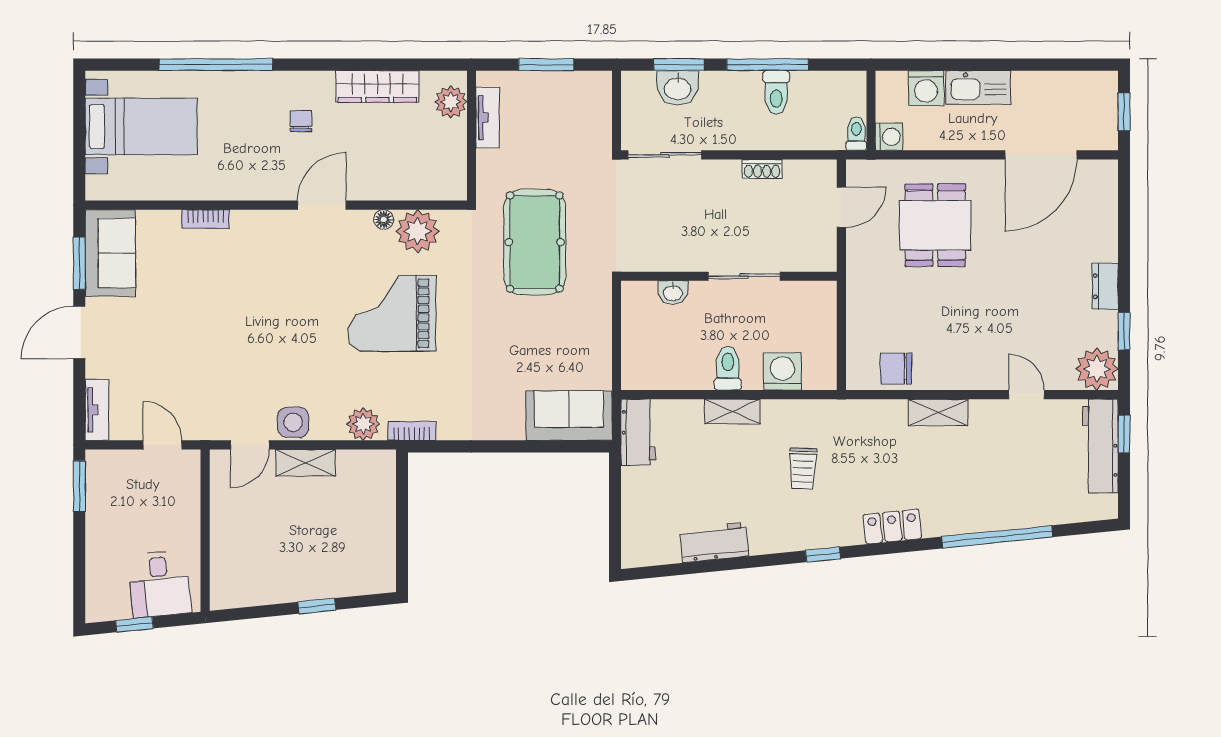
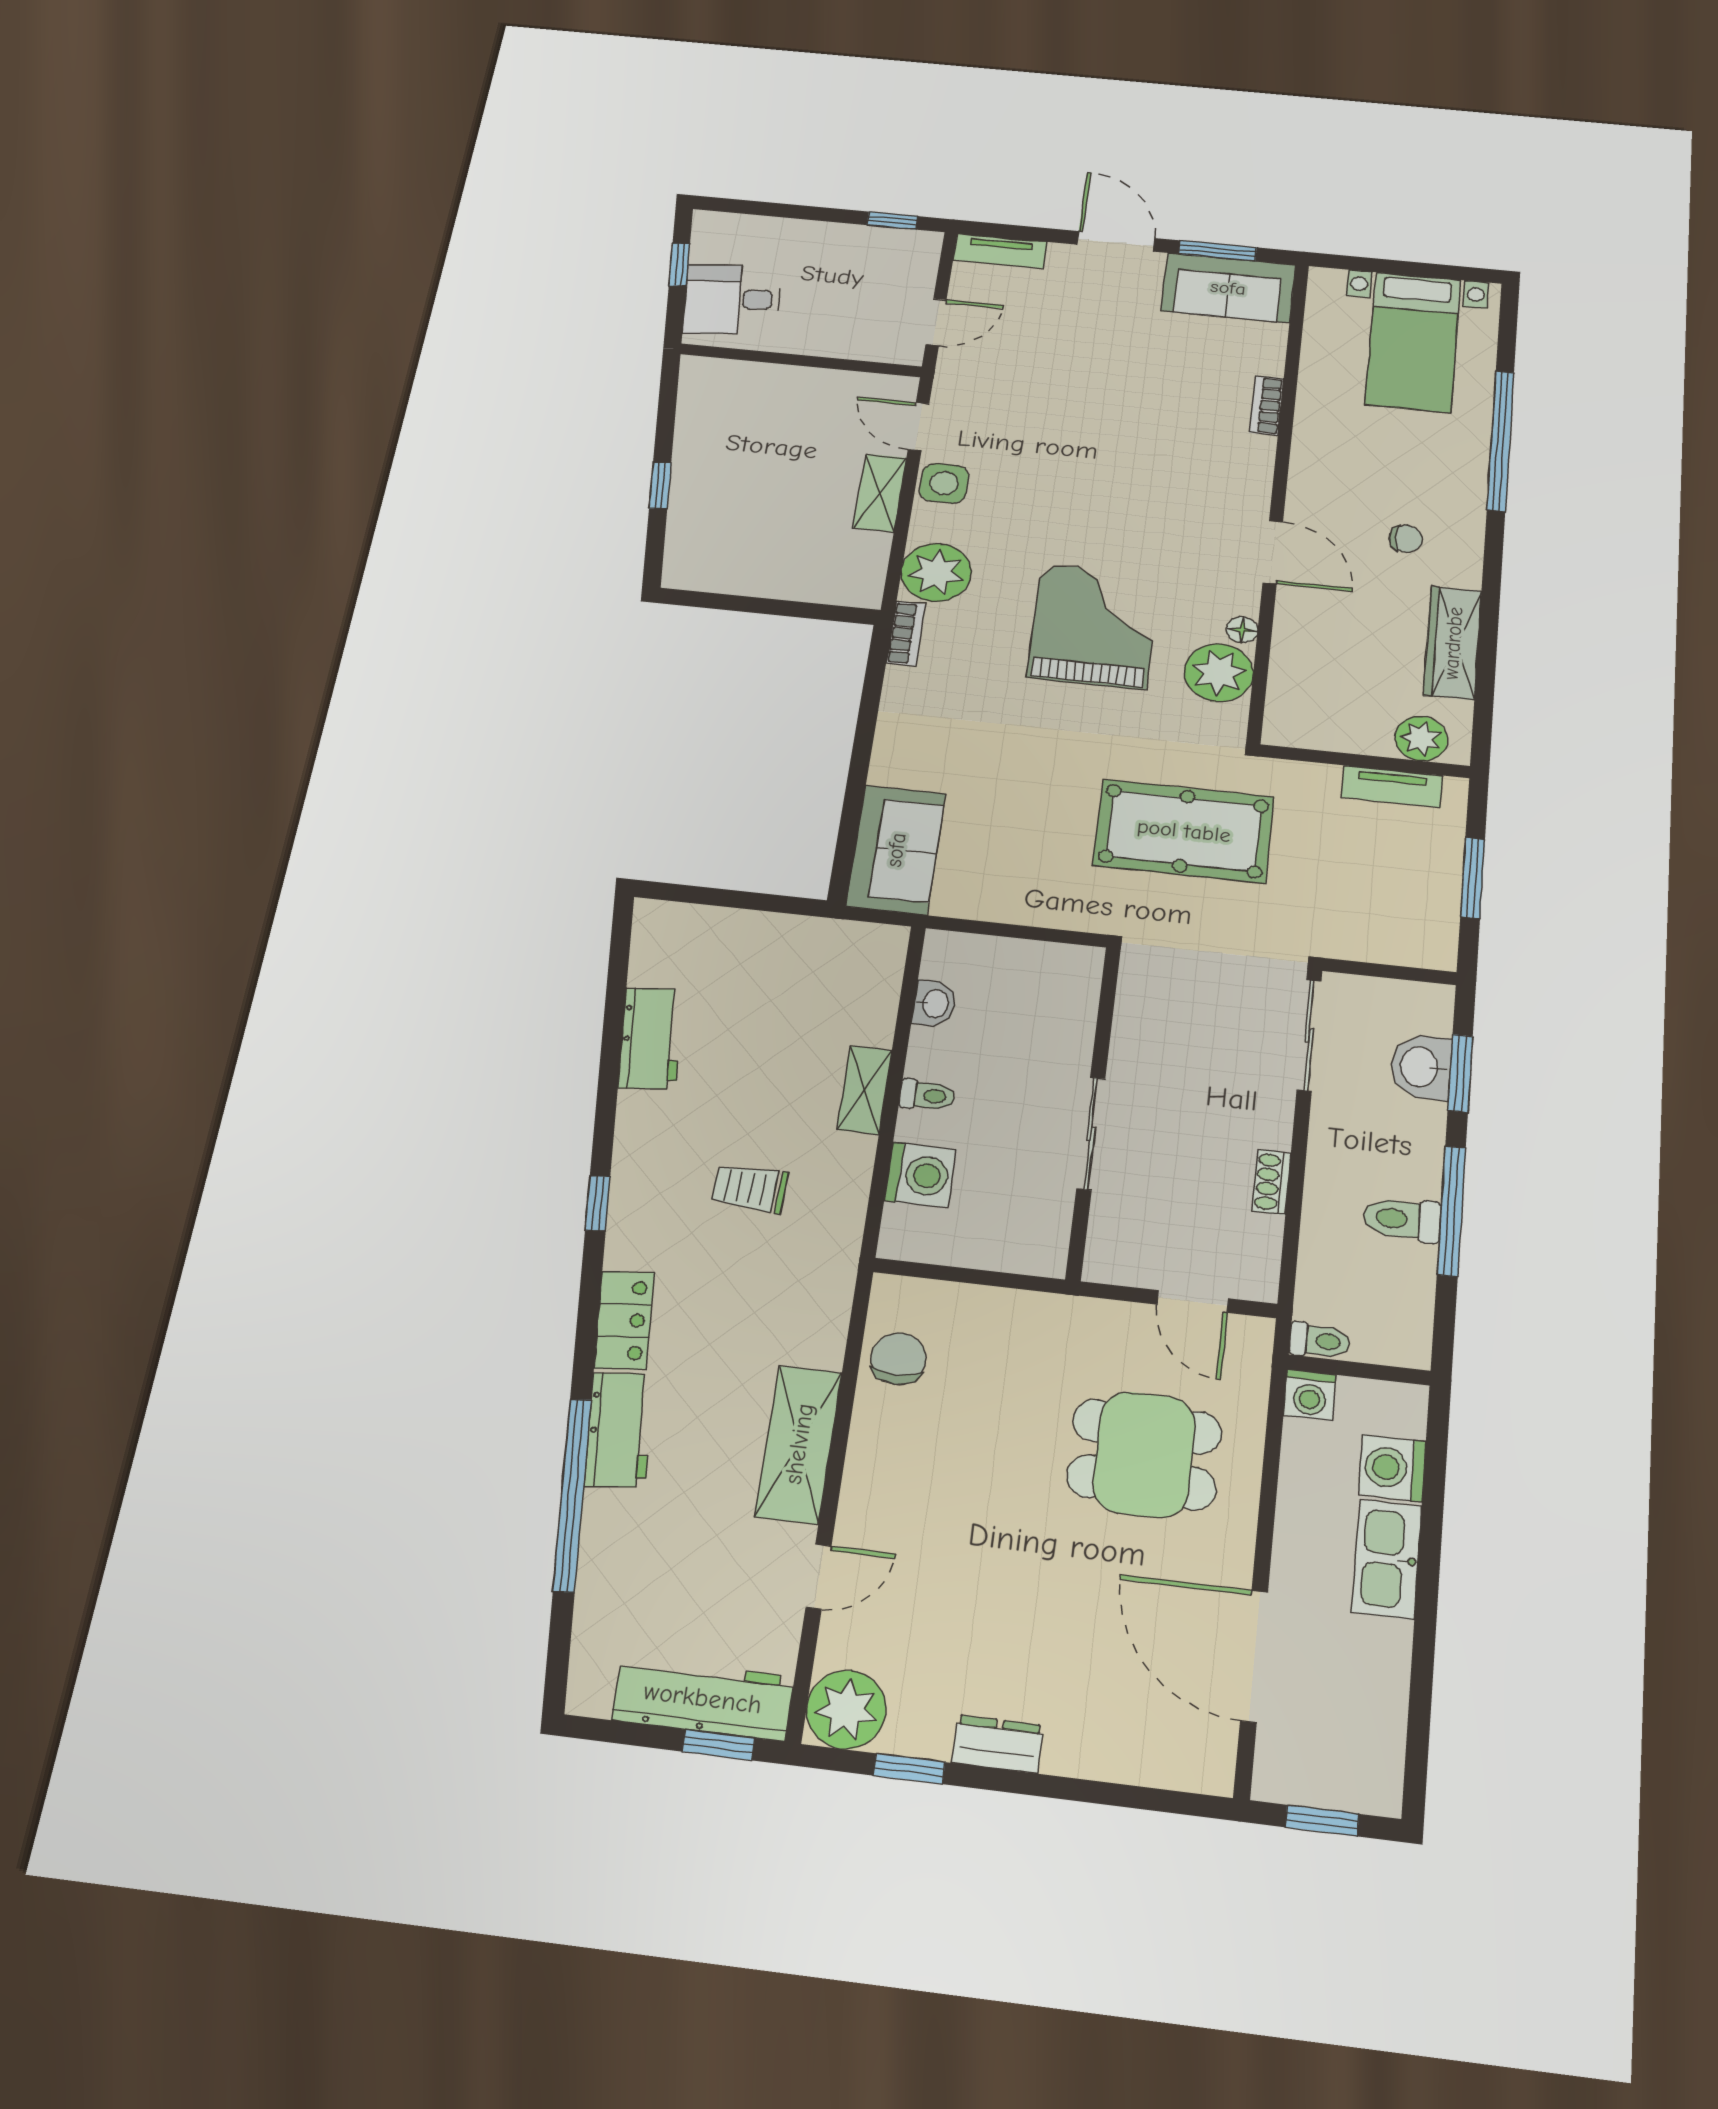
washbasin: (673, 293) -> (934, 1004), moved, turned 180
toilet: (728, 368) -> (927, 1095), width x0.73, depth x0.72
shelving: (938, 412) -> (799, 1444), width x1.50, depth x1.33
plant: (363, 424) -> (936, 572), width x1.36, depth x1.36
workbench: (638, 432) -> (619, 1430), moved, turned -96
window: (79, 486) -> (892, 221), width x0.67

